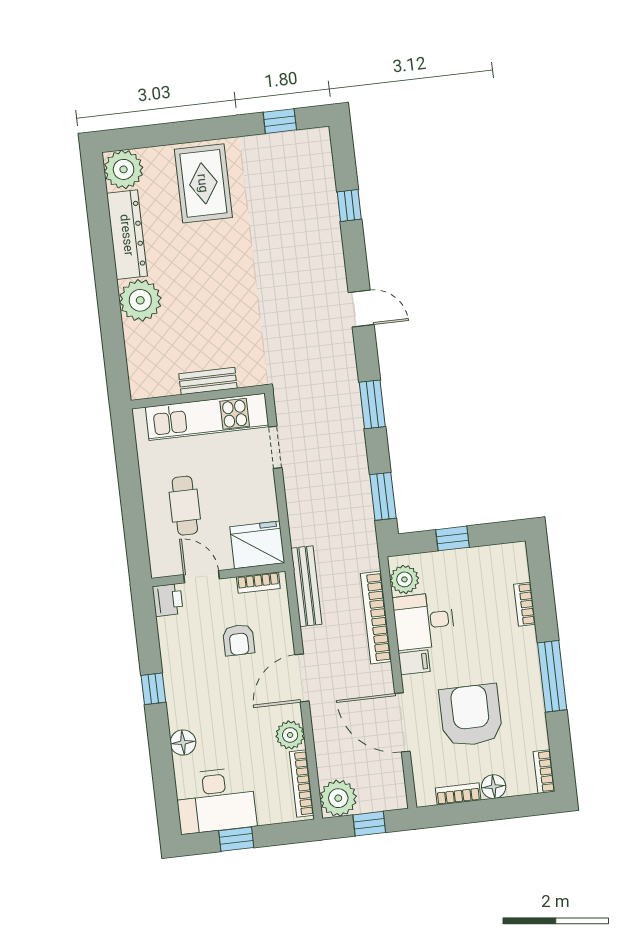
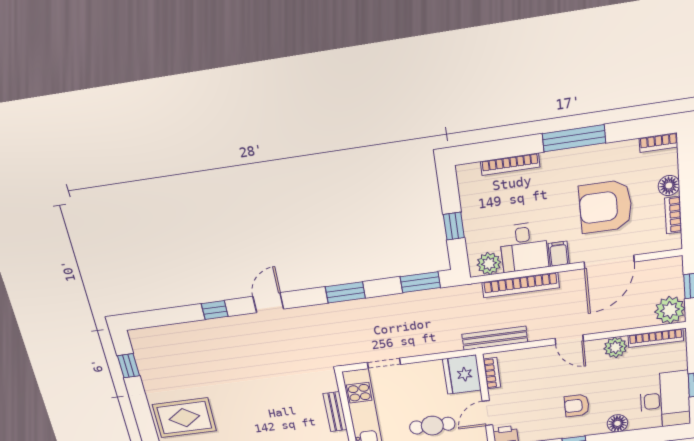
window: (349, 205) -> (215, 310), moved
bookcase: (525, 604) -> (510, 164), width x1.56
armchair: (239, 640) -> (577, 406), moved, turned 180
door: (302, 678) -> (569, 340), width x0.73

